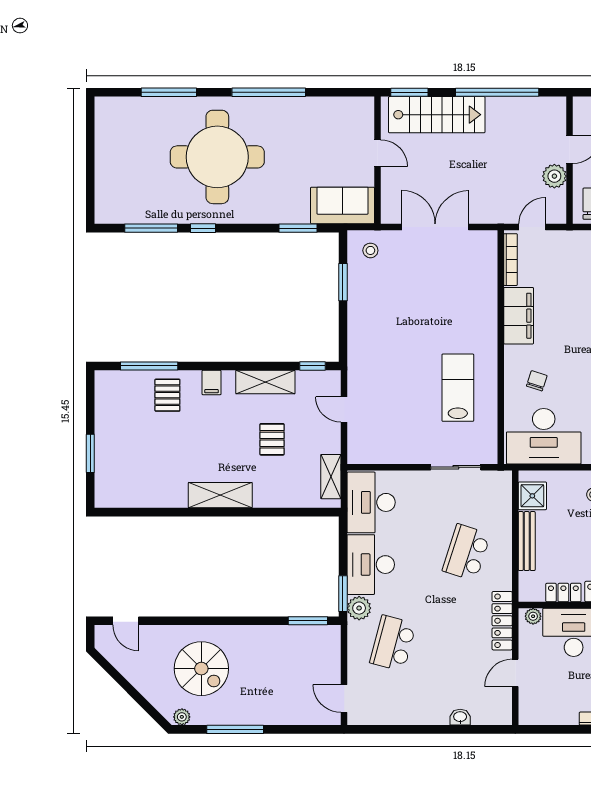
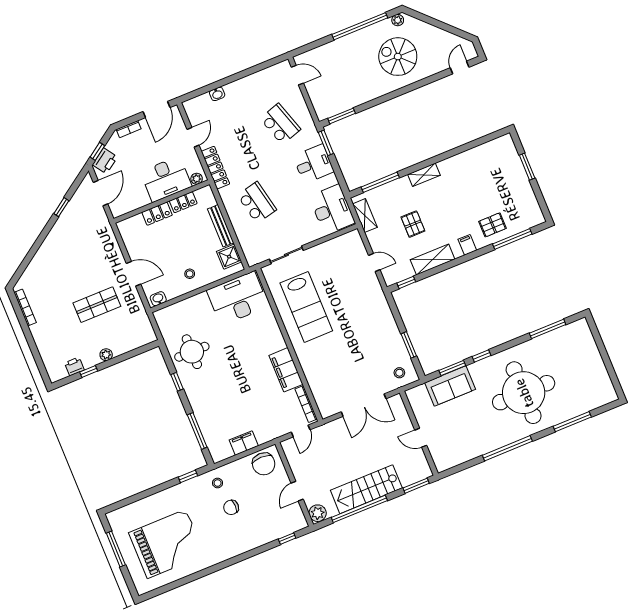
stairs: (437, 115) -> (366, 489), moved
plant: (554, 176) -> (318, 513), moved
sofa: (342, 206) -> (450, 386), moved
window: (203, 228) -> (482, 356), moved
chair: (537, 381) -> (257, 332), removed
lab bench: (458, 388) -> (306, 307), width x1.36, depth x1.39
pallet: (167, 395) -> (493, 225), turned 90
shelving: (220, 495) -> (424, 175), width x0.67, depth x0.75
window: (293, 512) -> (380, 182), added
school desk: (466, 552) -> (257, 202), turned -30
desk: (371, 565) -> (313, 164), width x0.73
plant: (359, 608) -> (312, 138), removed
door: (126, 621) -> (460, 67), hinge flipped
school desk: (393, 643) -> (280, 124), turned -33
window: (235, 729) -> (360, 26), width x1.46
door: (549, 729) -> (156, 110), added

